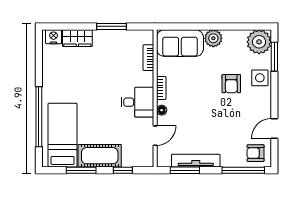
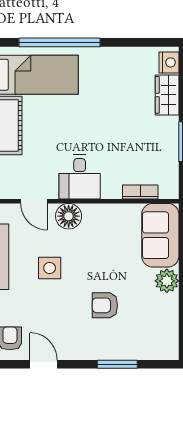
plant: (259, 42) -> (162, 343), removed
window: (274, 57) -> (117, 364), moved
side table: (260, 78) -> (50, 268), moved
bookcase: (161, 88) -> (99, 210), removed
floor lamp: (162, 110) -> (69, 216), width x1.89, depth x1.89

